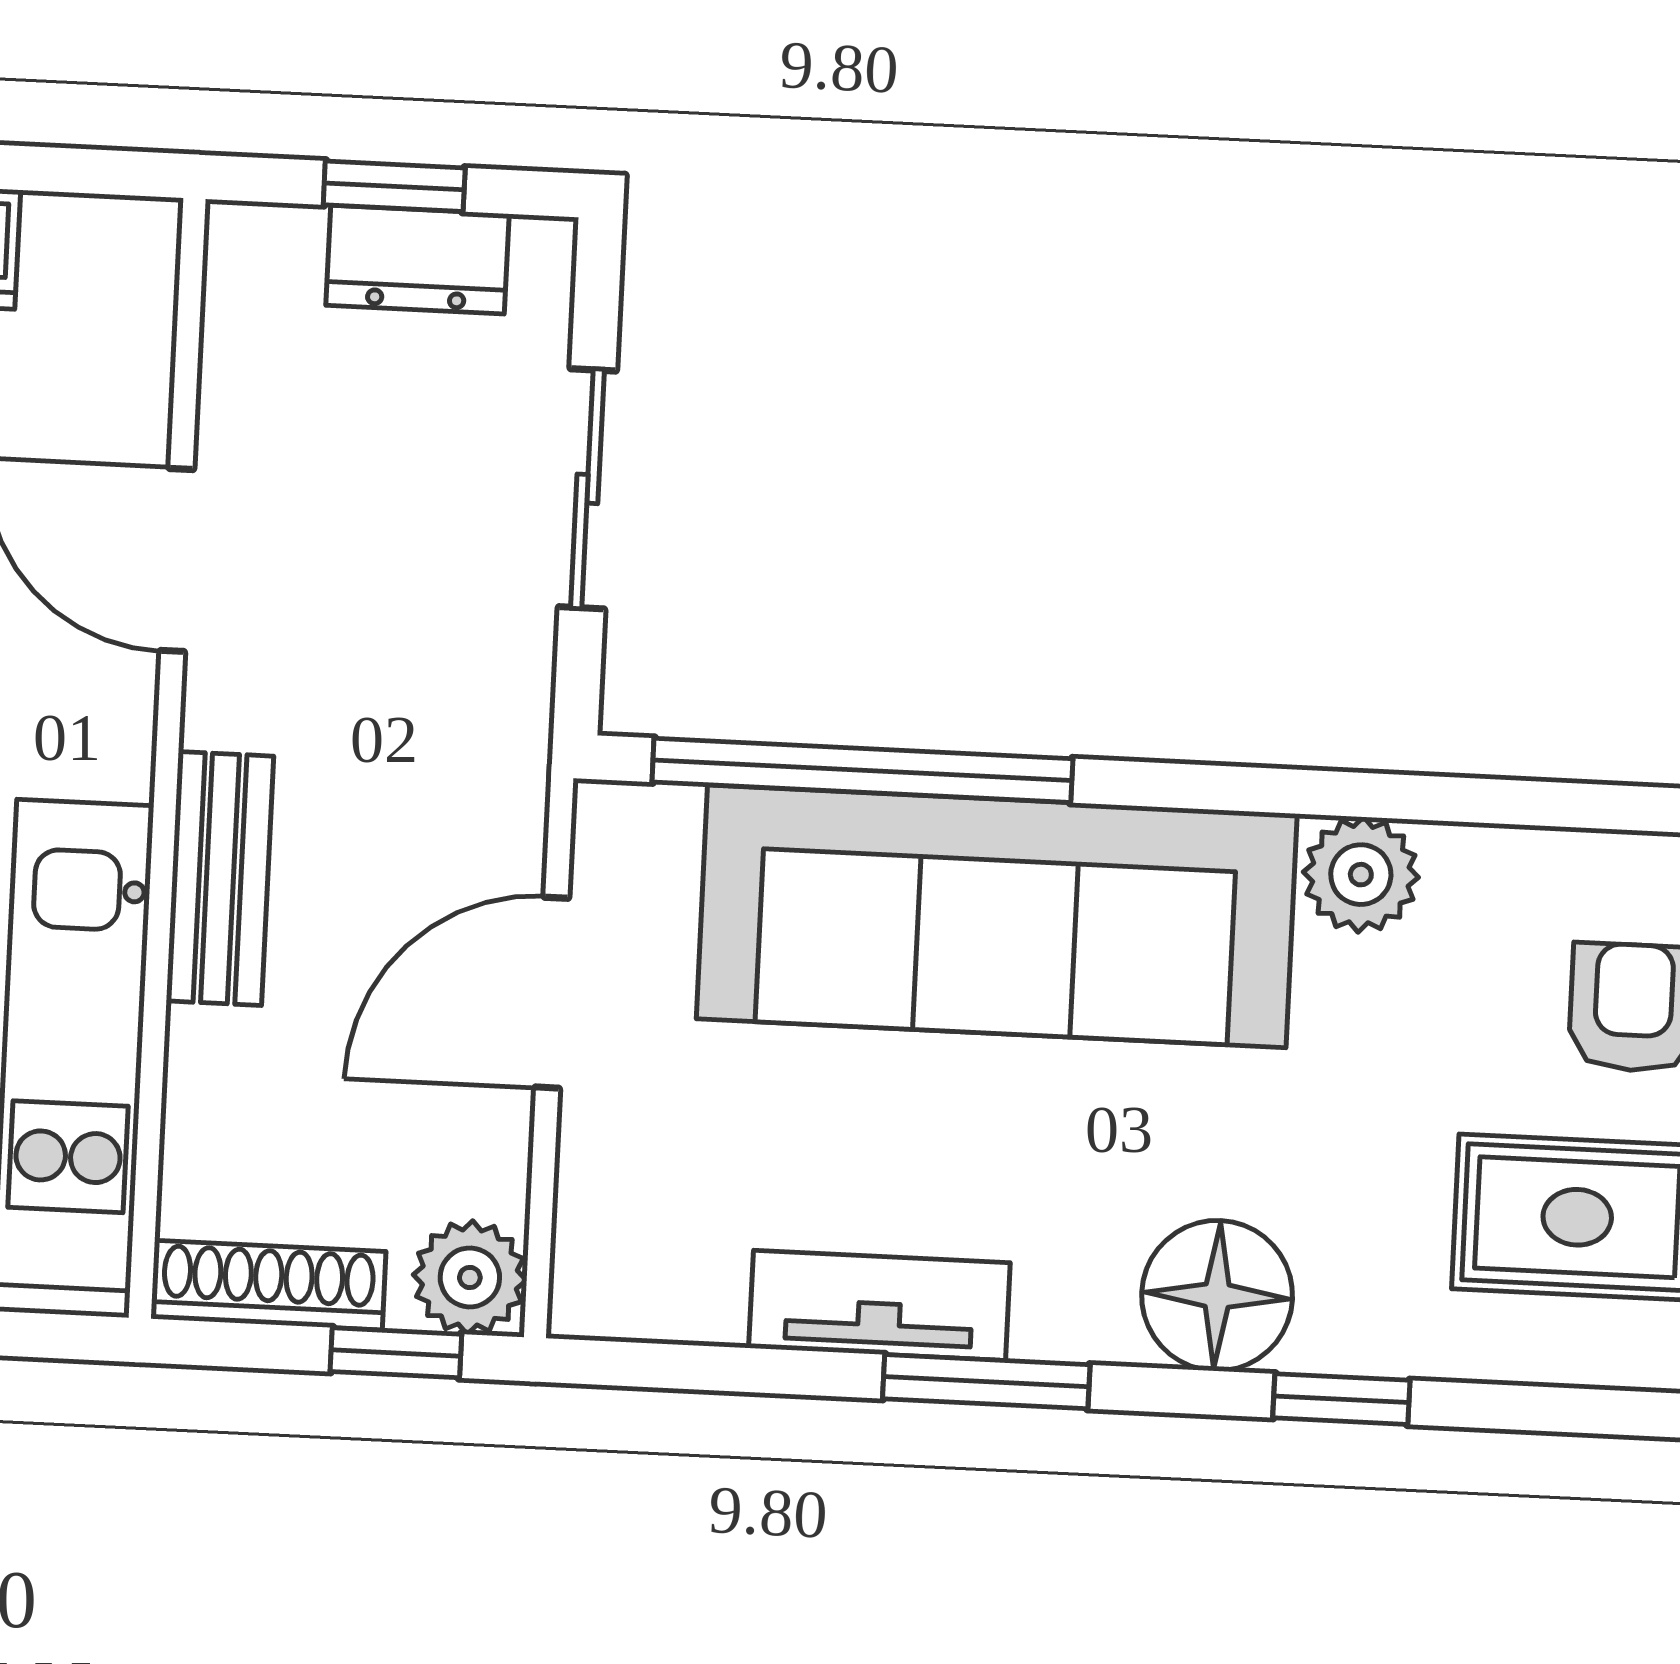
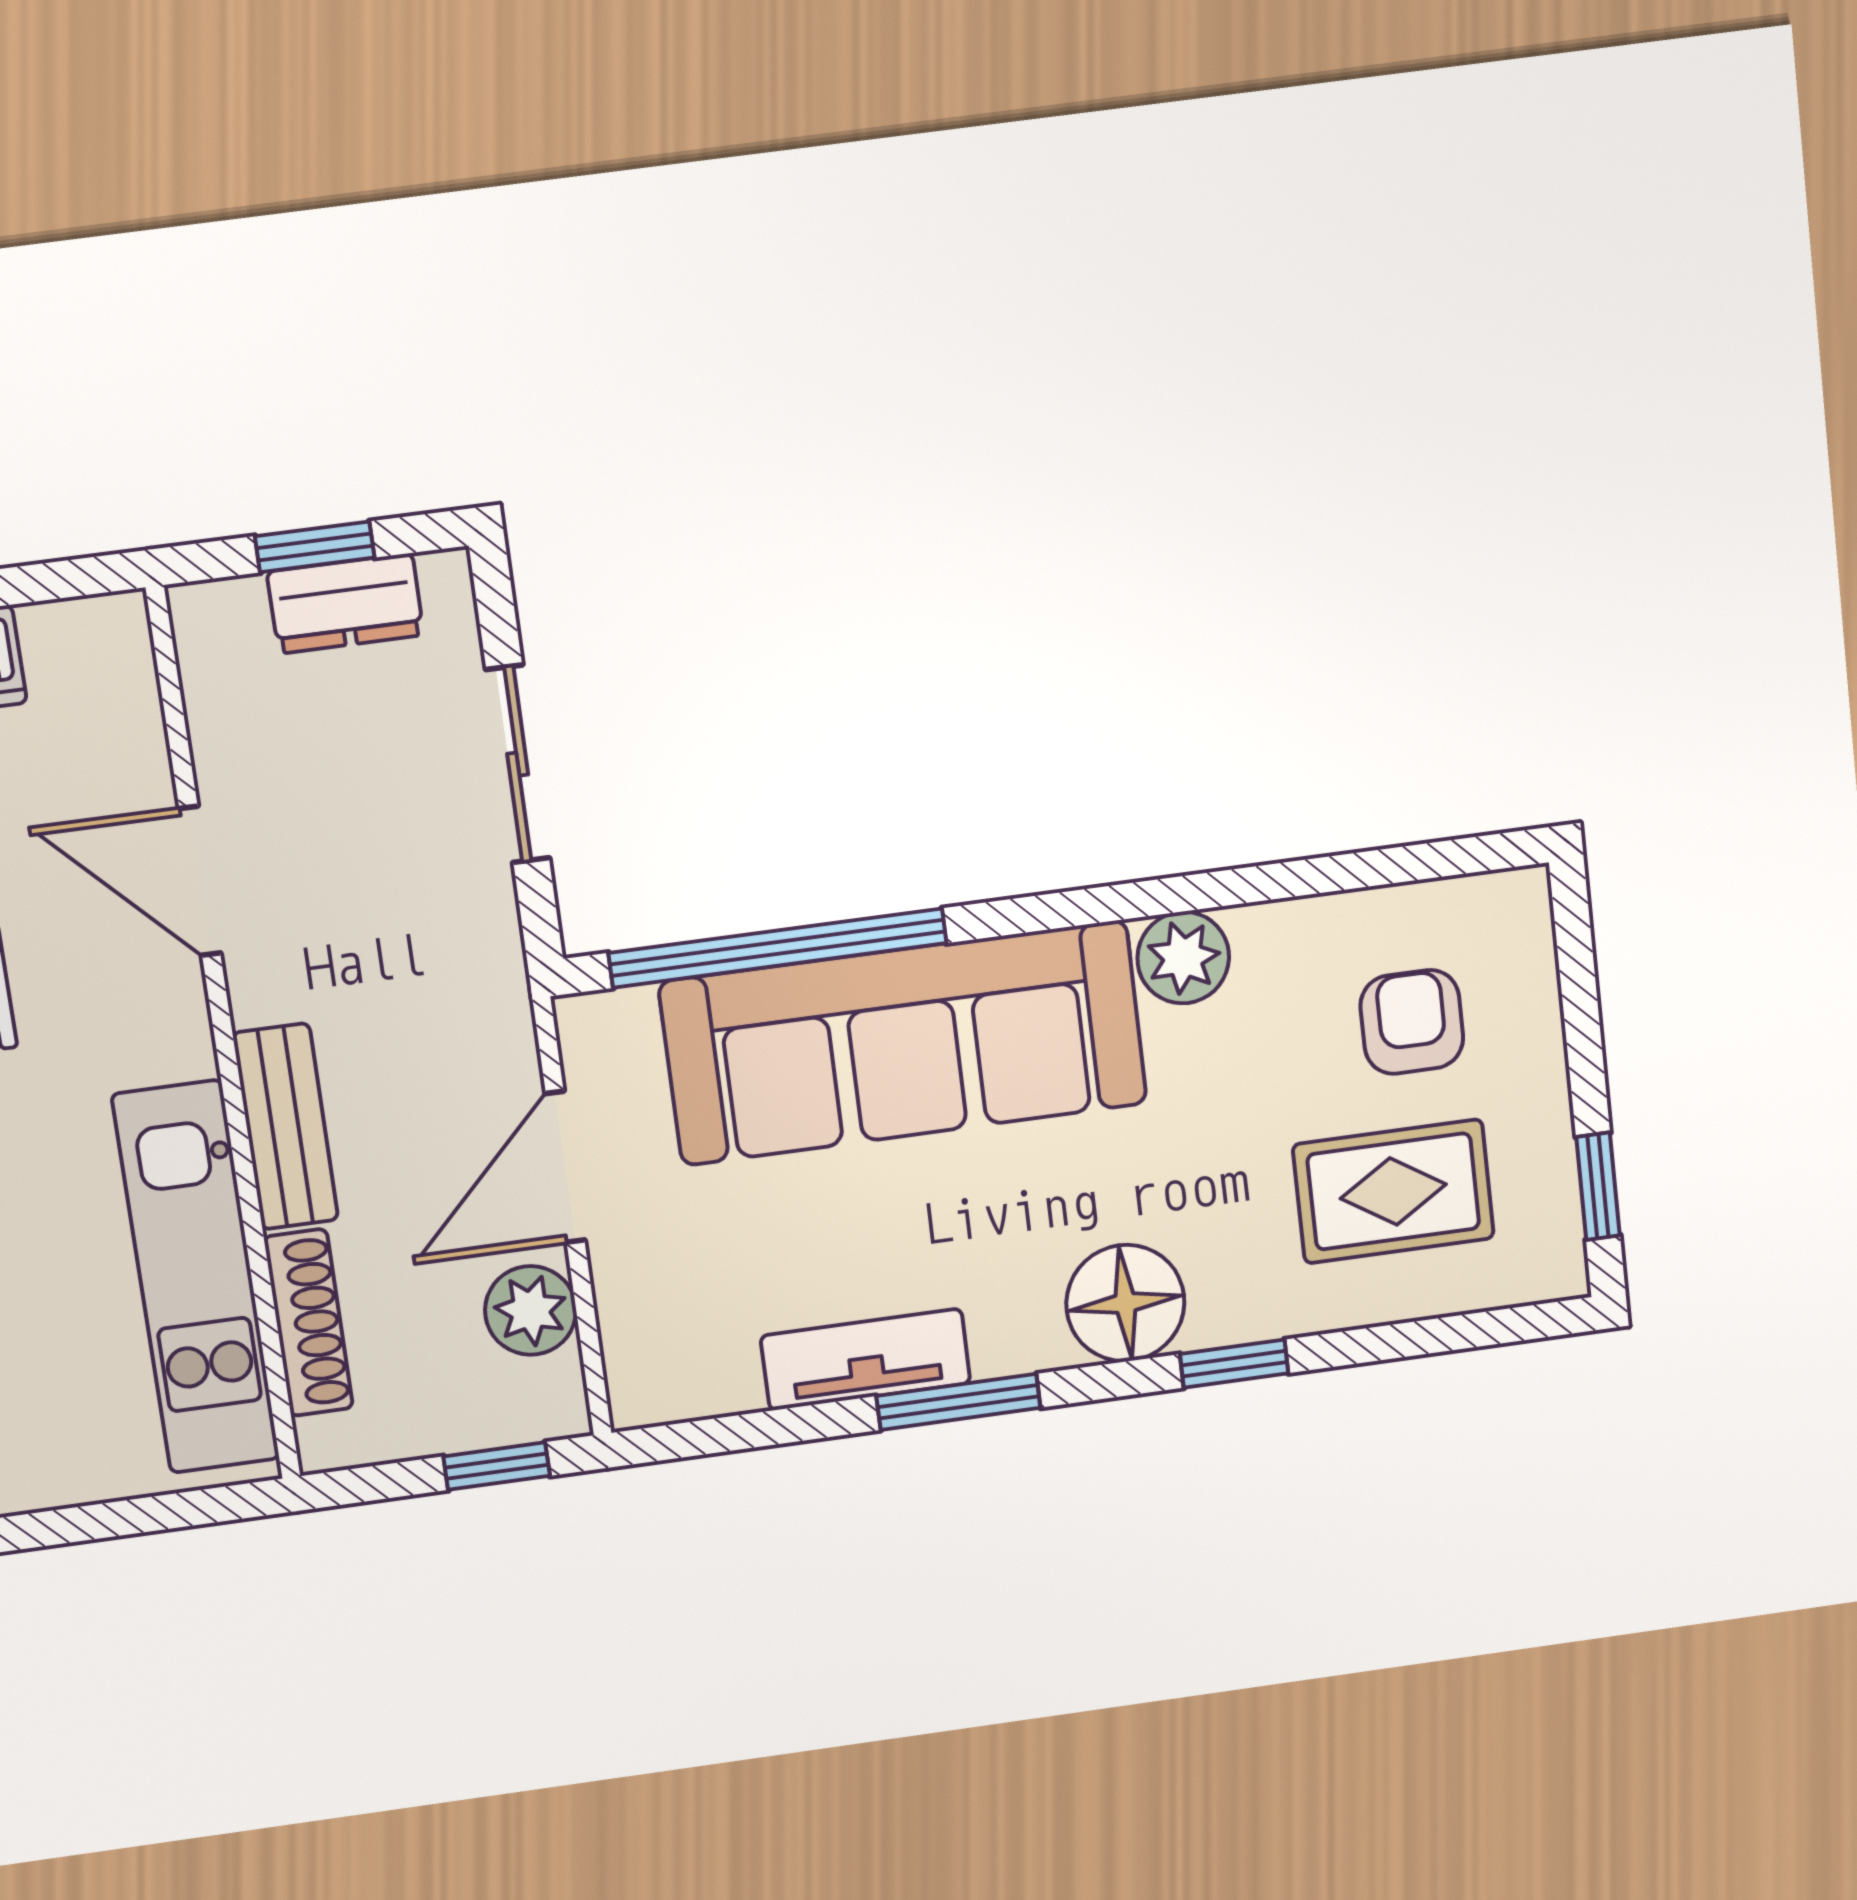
plant: (470, 1277) -> (531, 1310), moved
shoe rack: (268, 1285) -> (308, 1323), moved, turned 90

